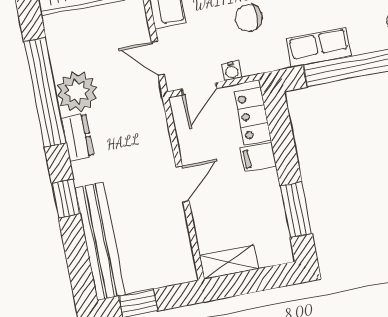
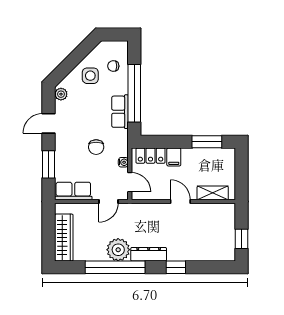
dresser: (78, 137) -> (149, 254), width x1.44
bench: (100, 241) -> (203, 253), removed
shelving: (229, 262) -> (213, 193), moved, turned 90

